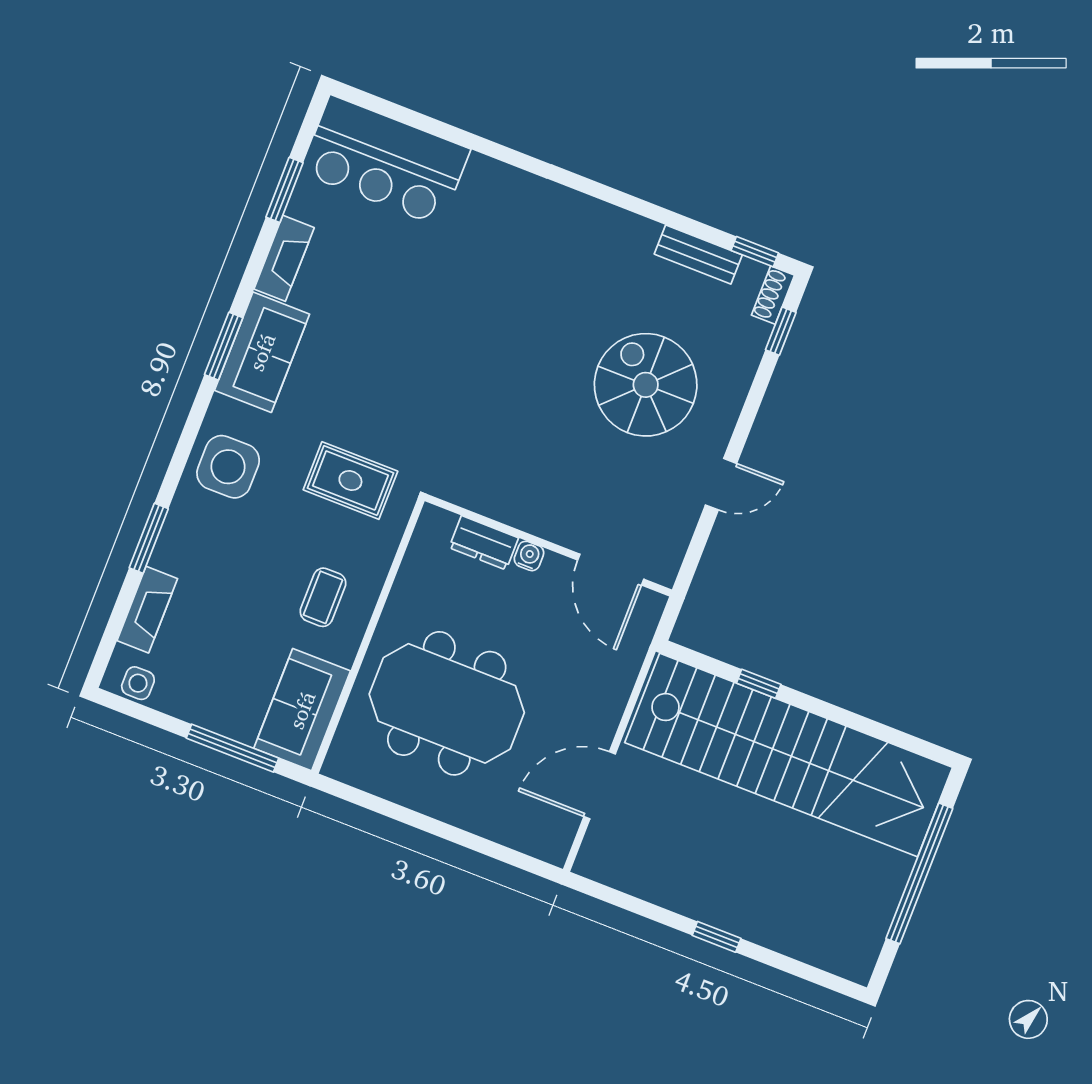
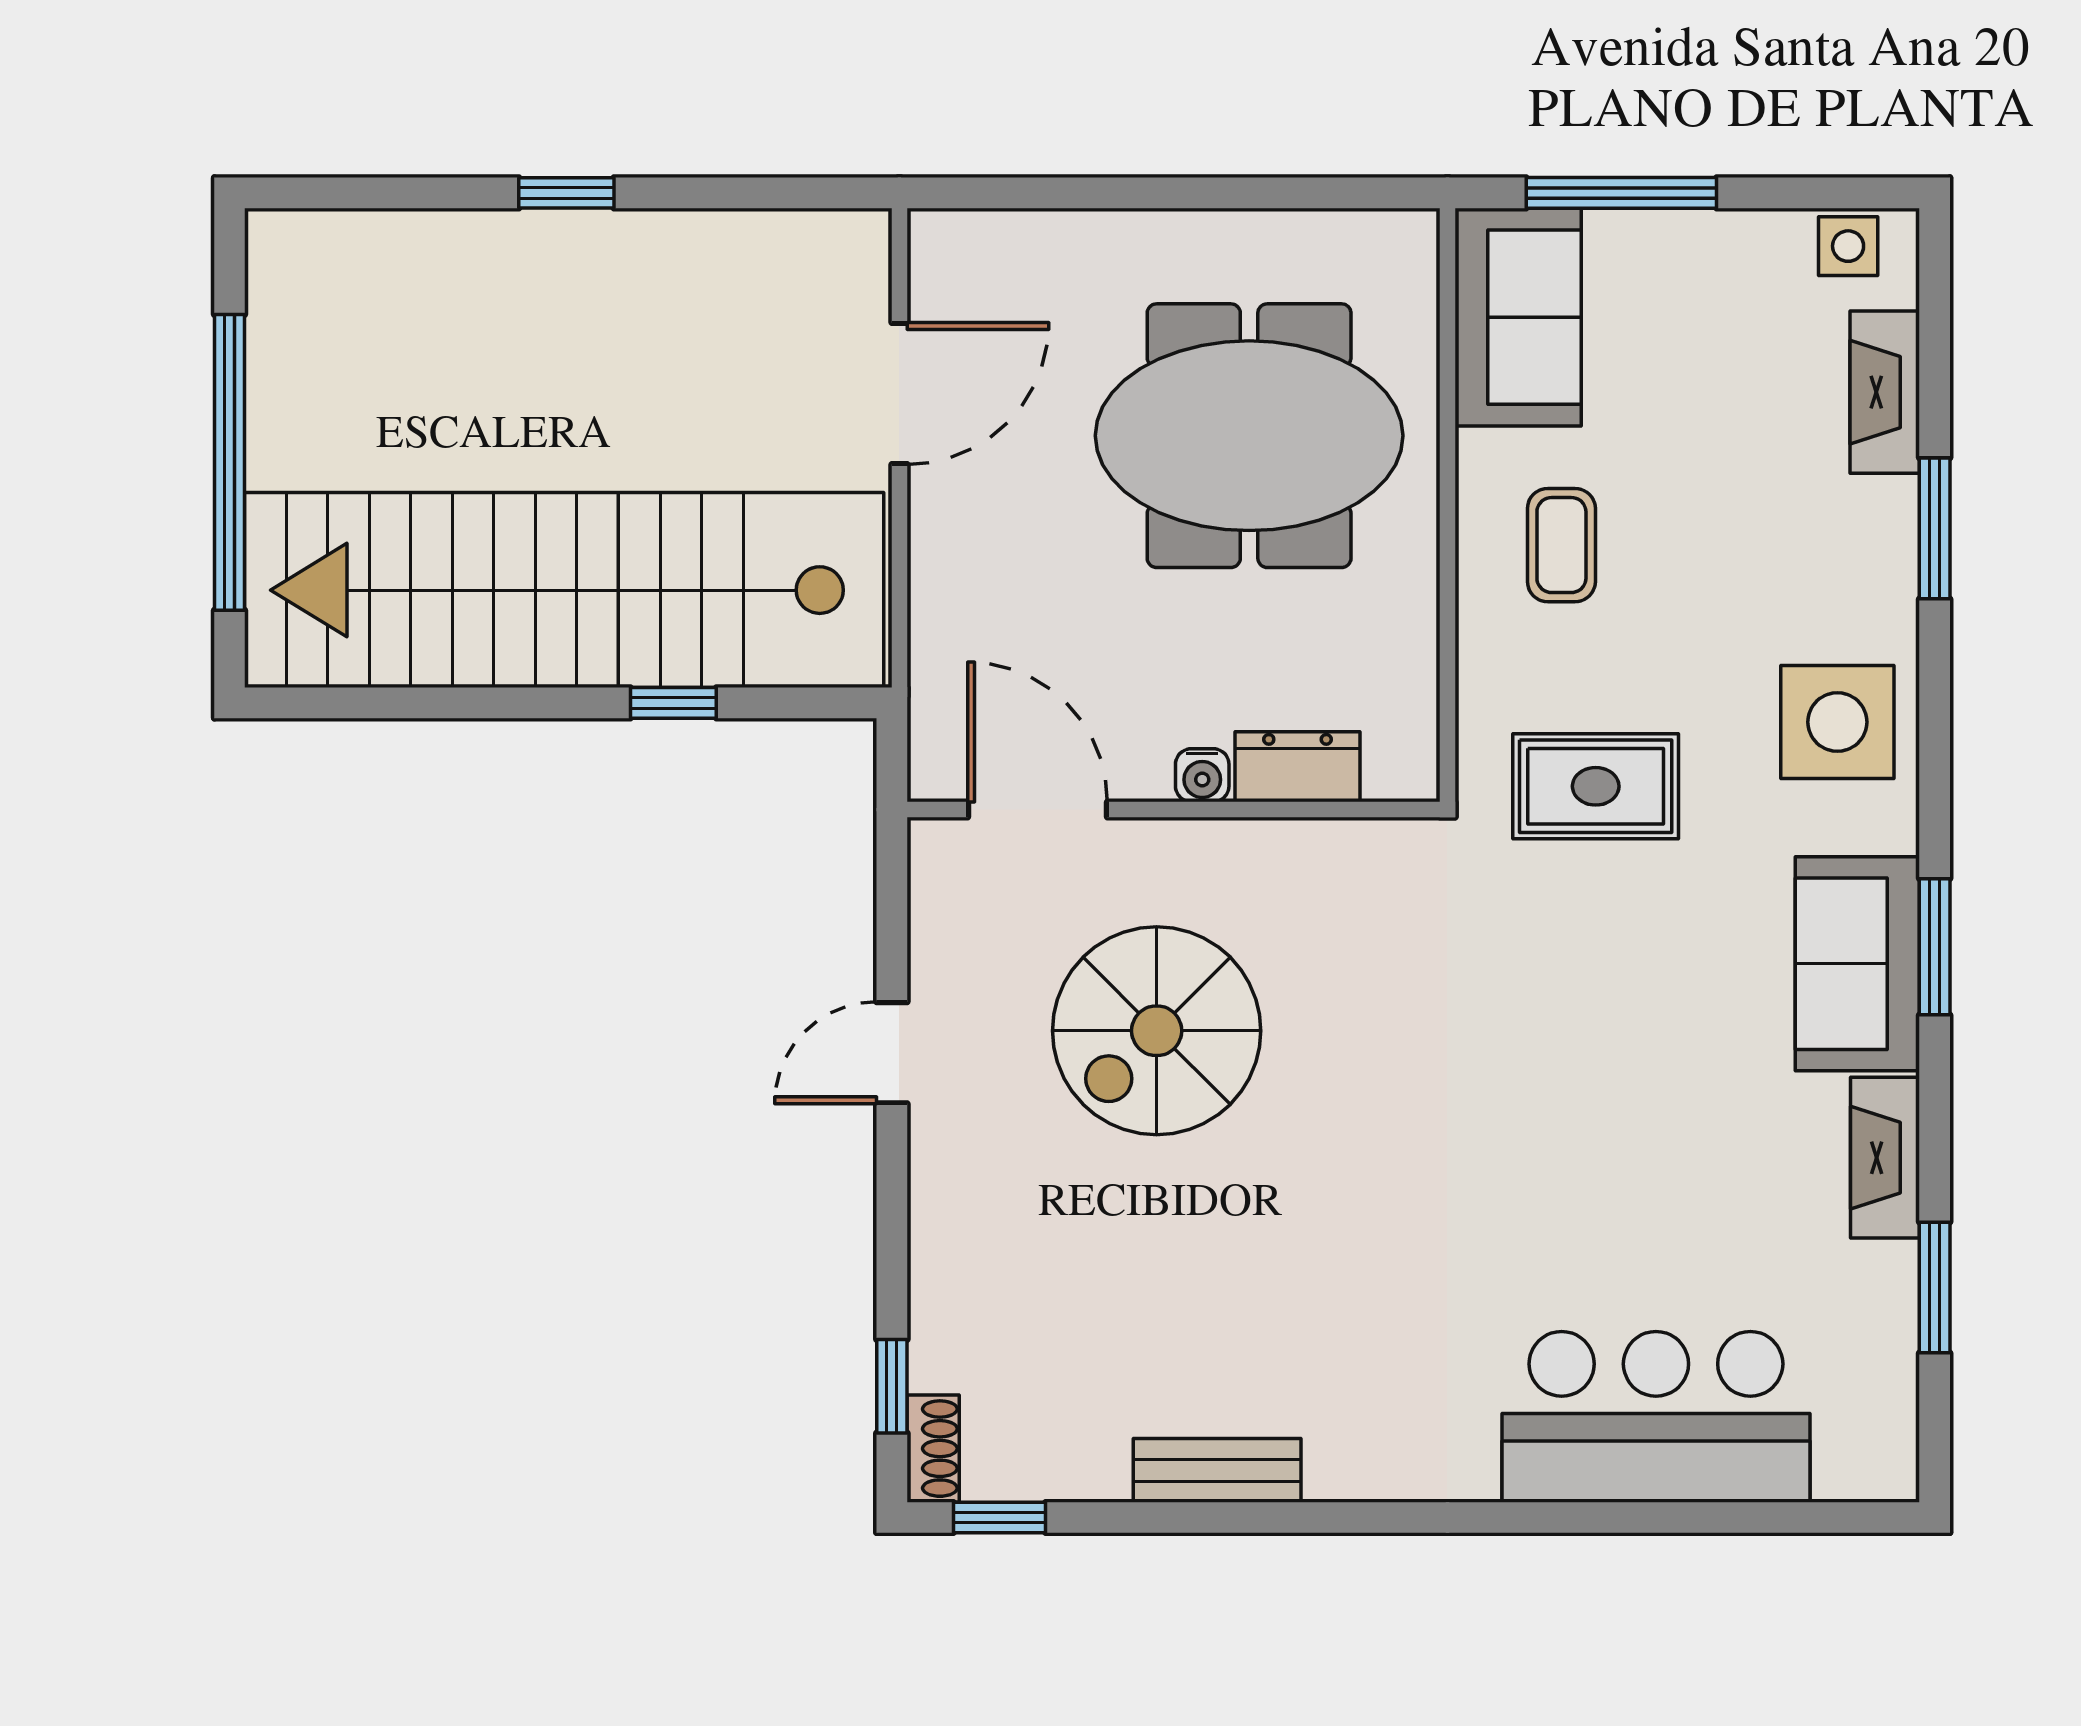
bar counter: (385, 161) -> (1656, 1417), moved
bench: (698, 255) -> (1217, 1470), moved
spiral stairs: (646, 385) -> (1157, 1031), moved, turned 90

